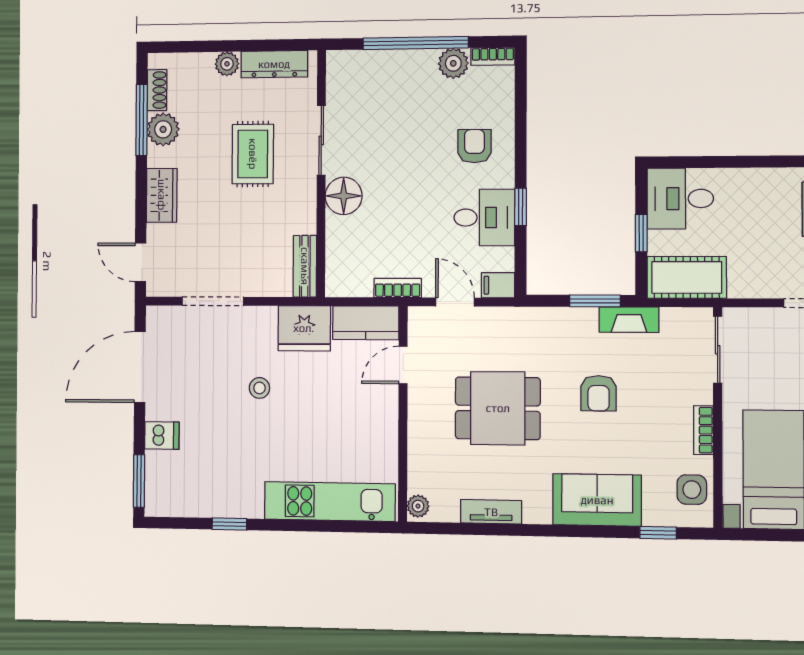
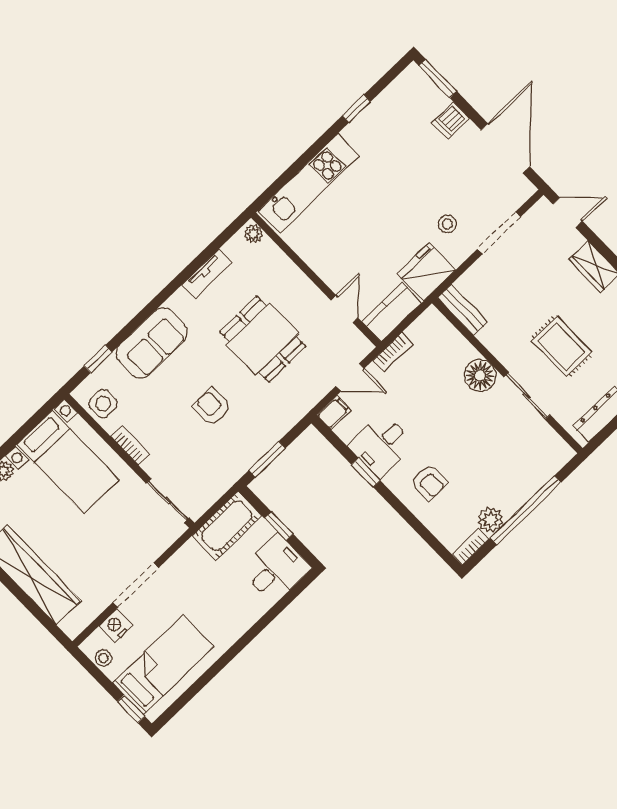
fireplace: (629, 320) -> (236, 468), removed
stool: (259, 388) -> (447, 224), moved
dining table: (498, 408) -> (263, 339), turned 90

